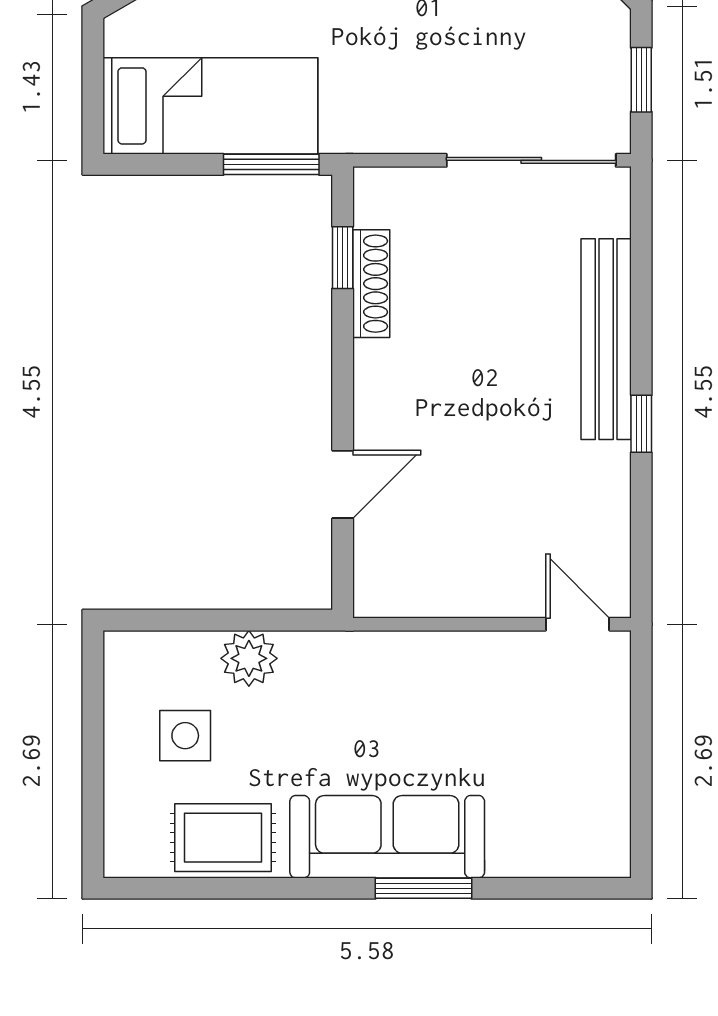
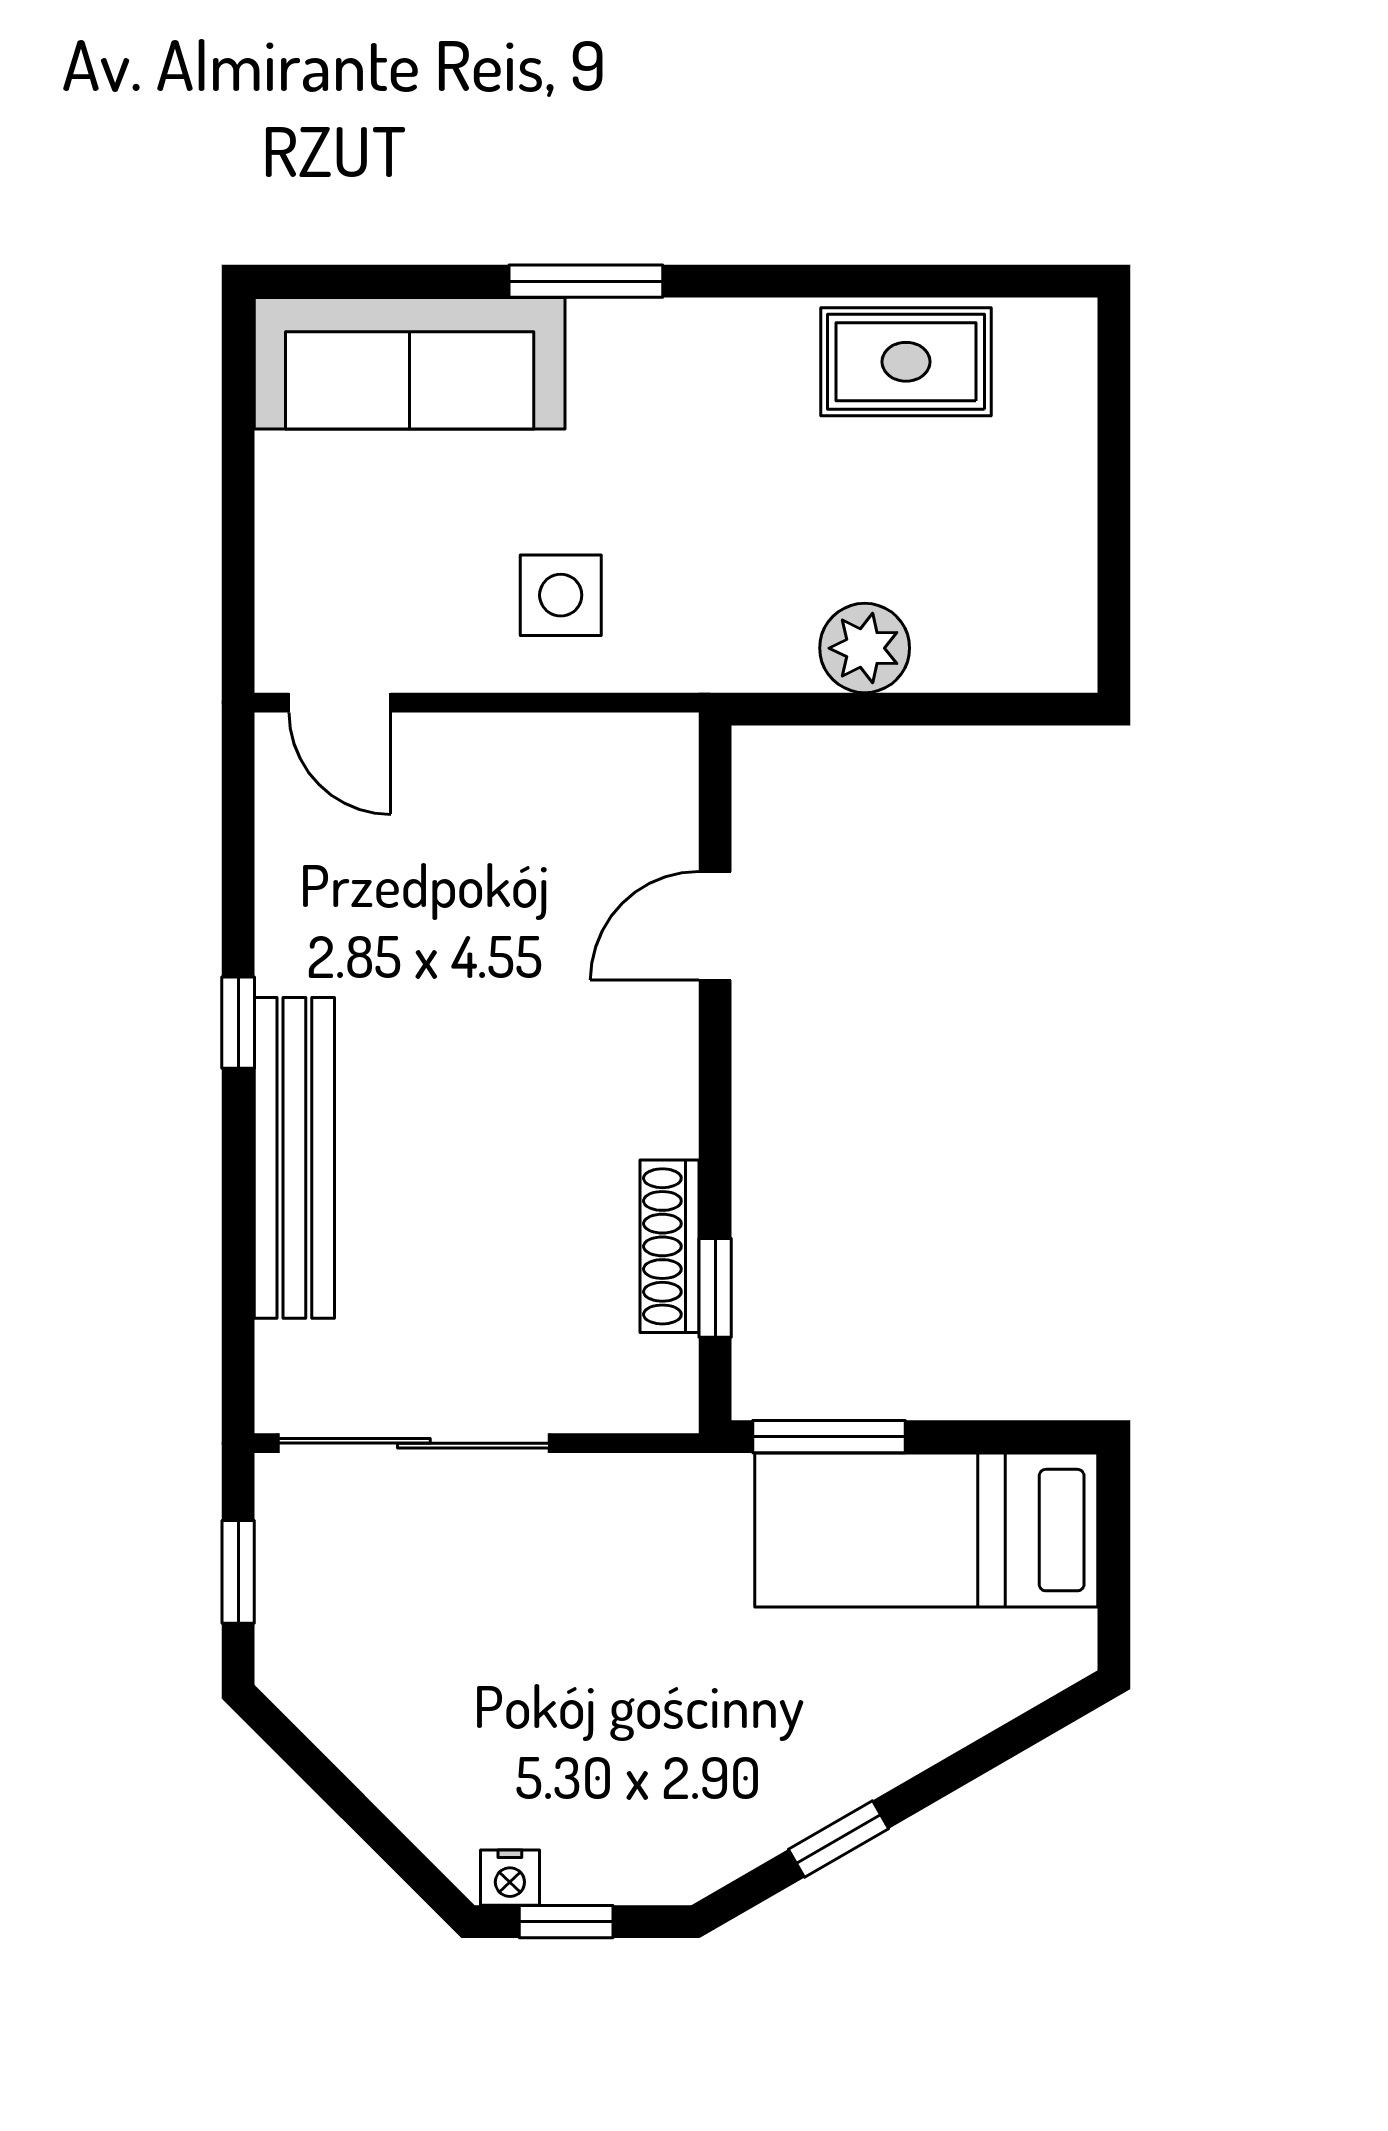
side table: (185, 736) -> (561, 595), moved
sofa: (387, 837) -> (410, 363), moved

